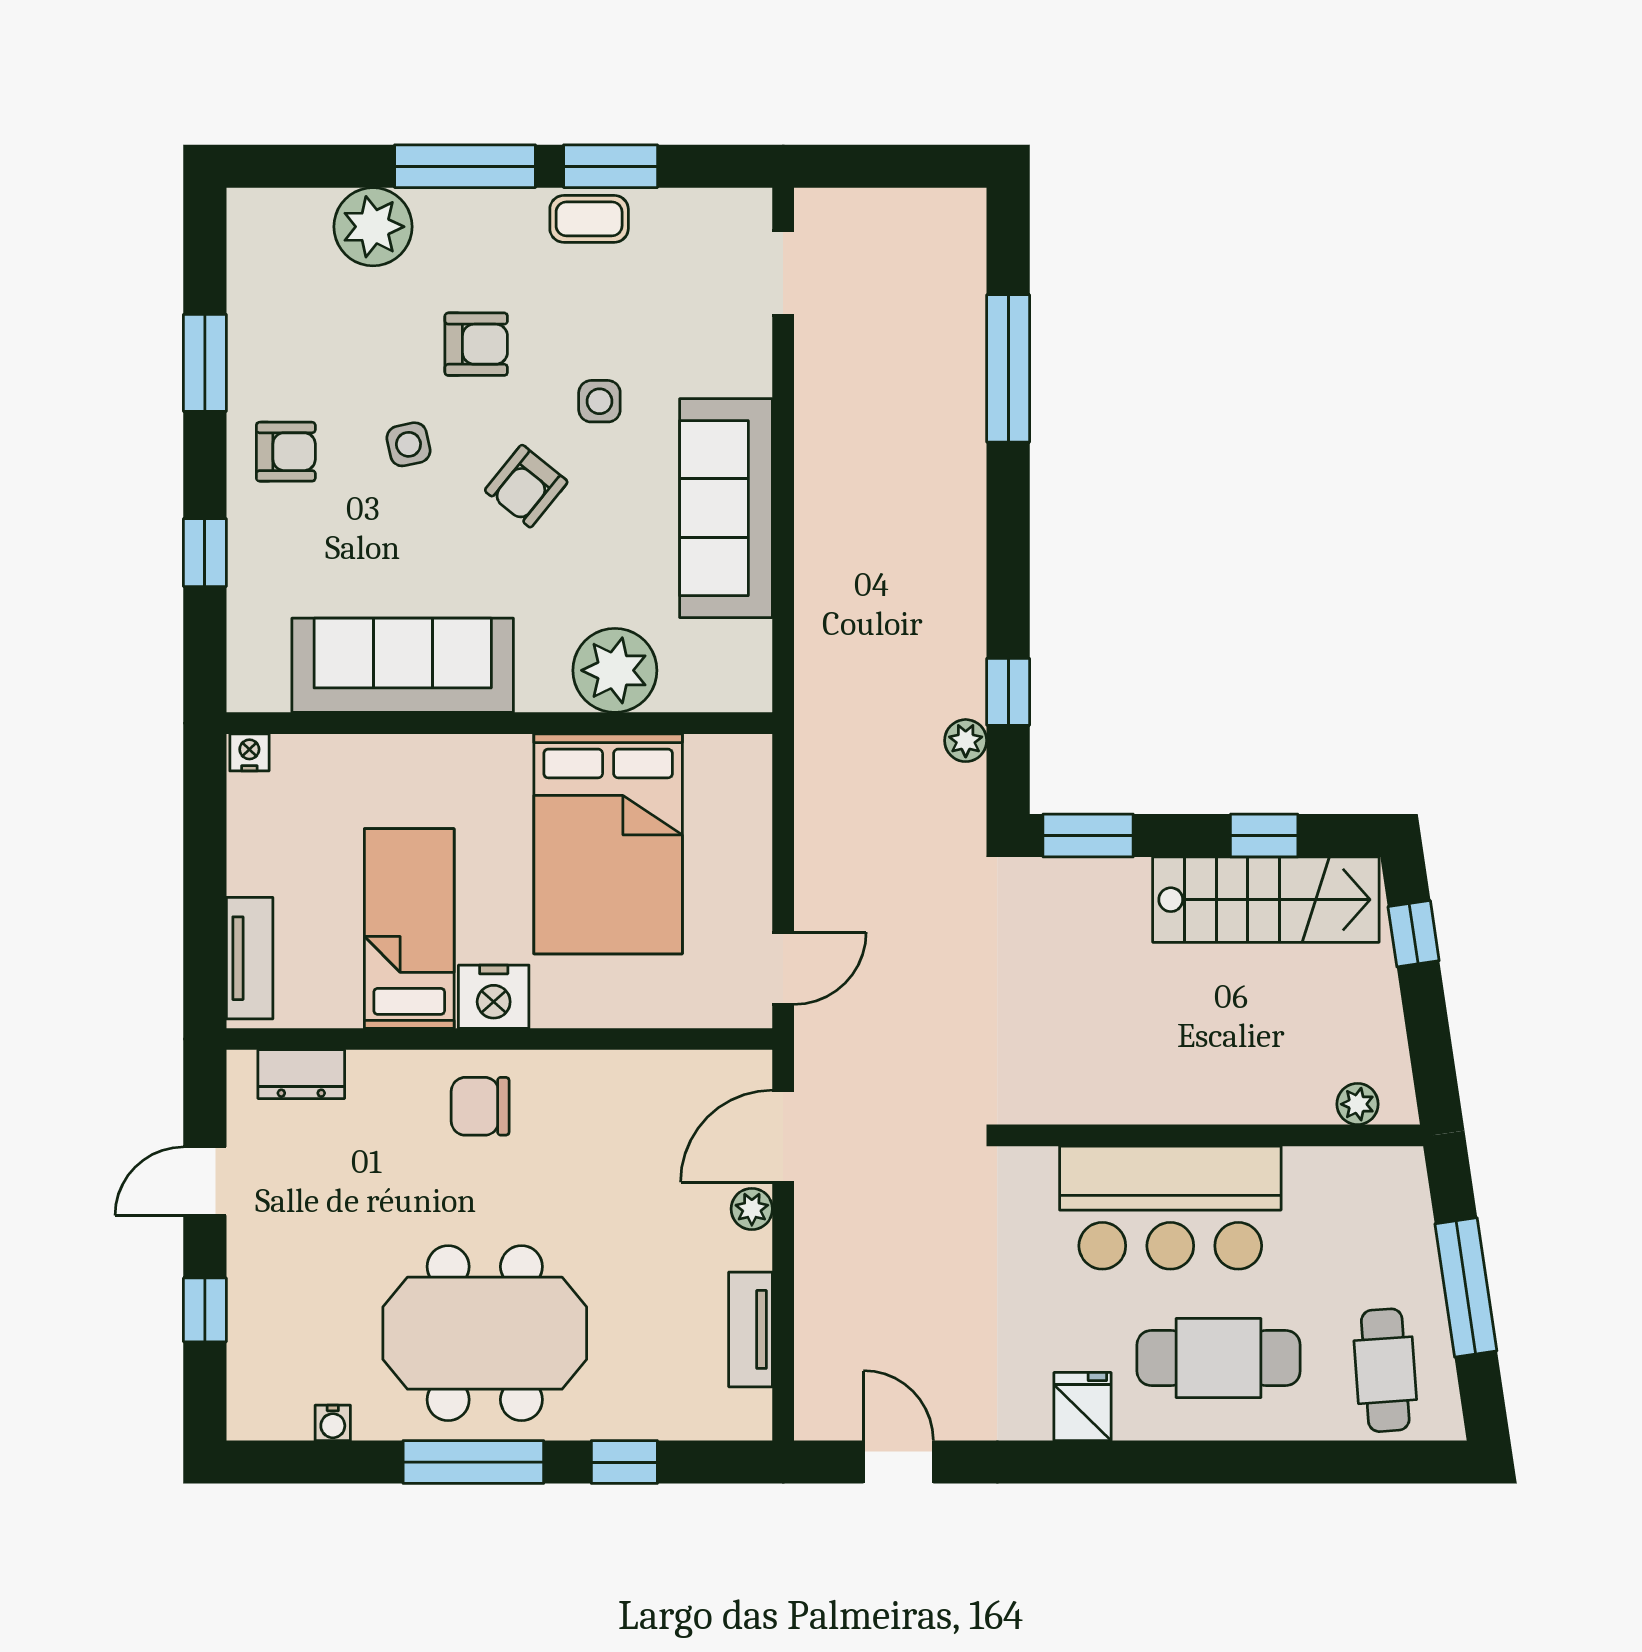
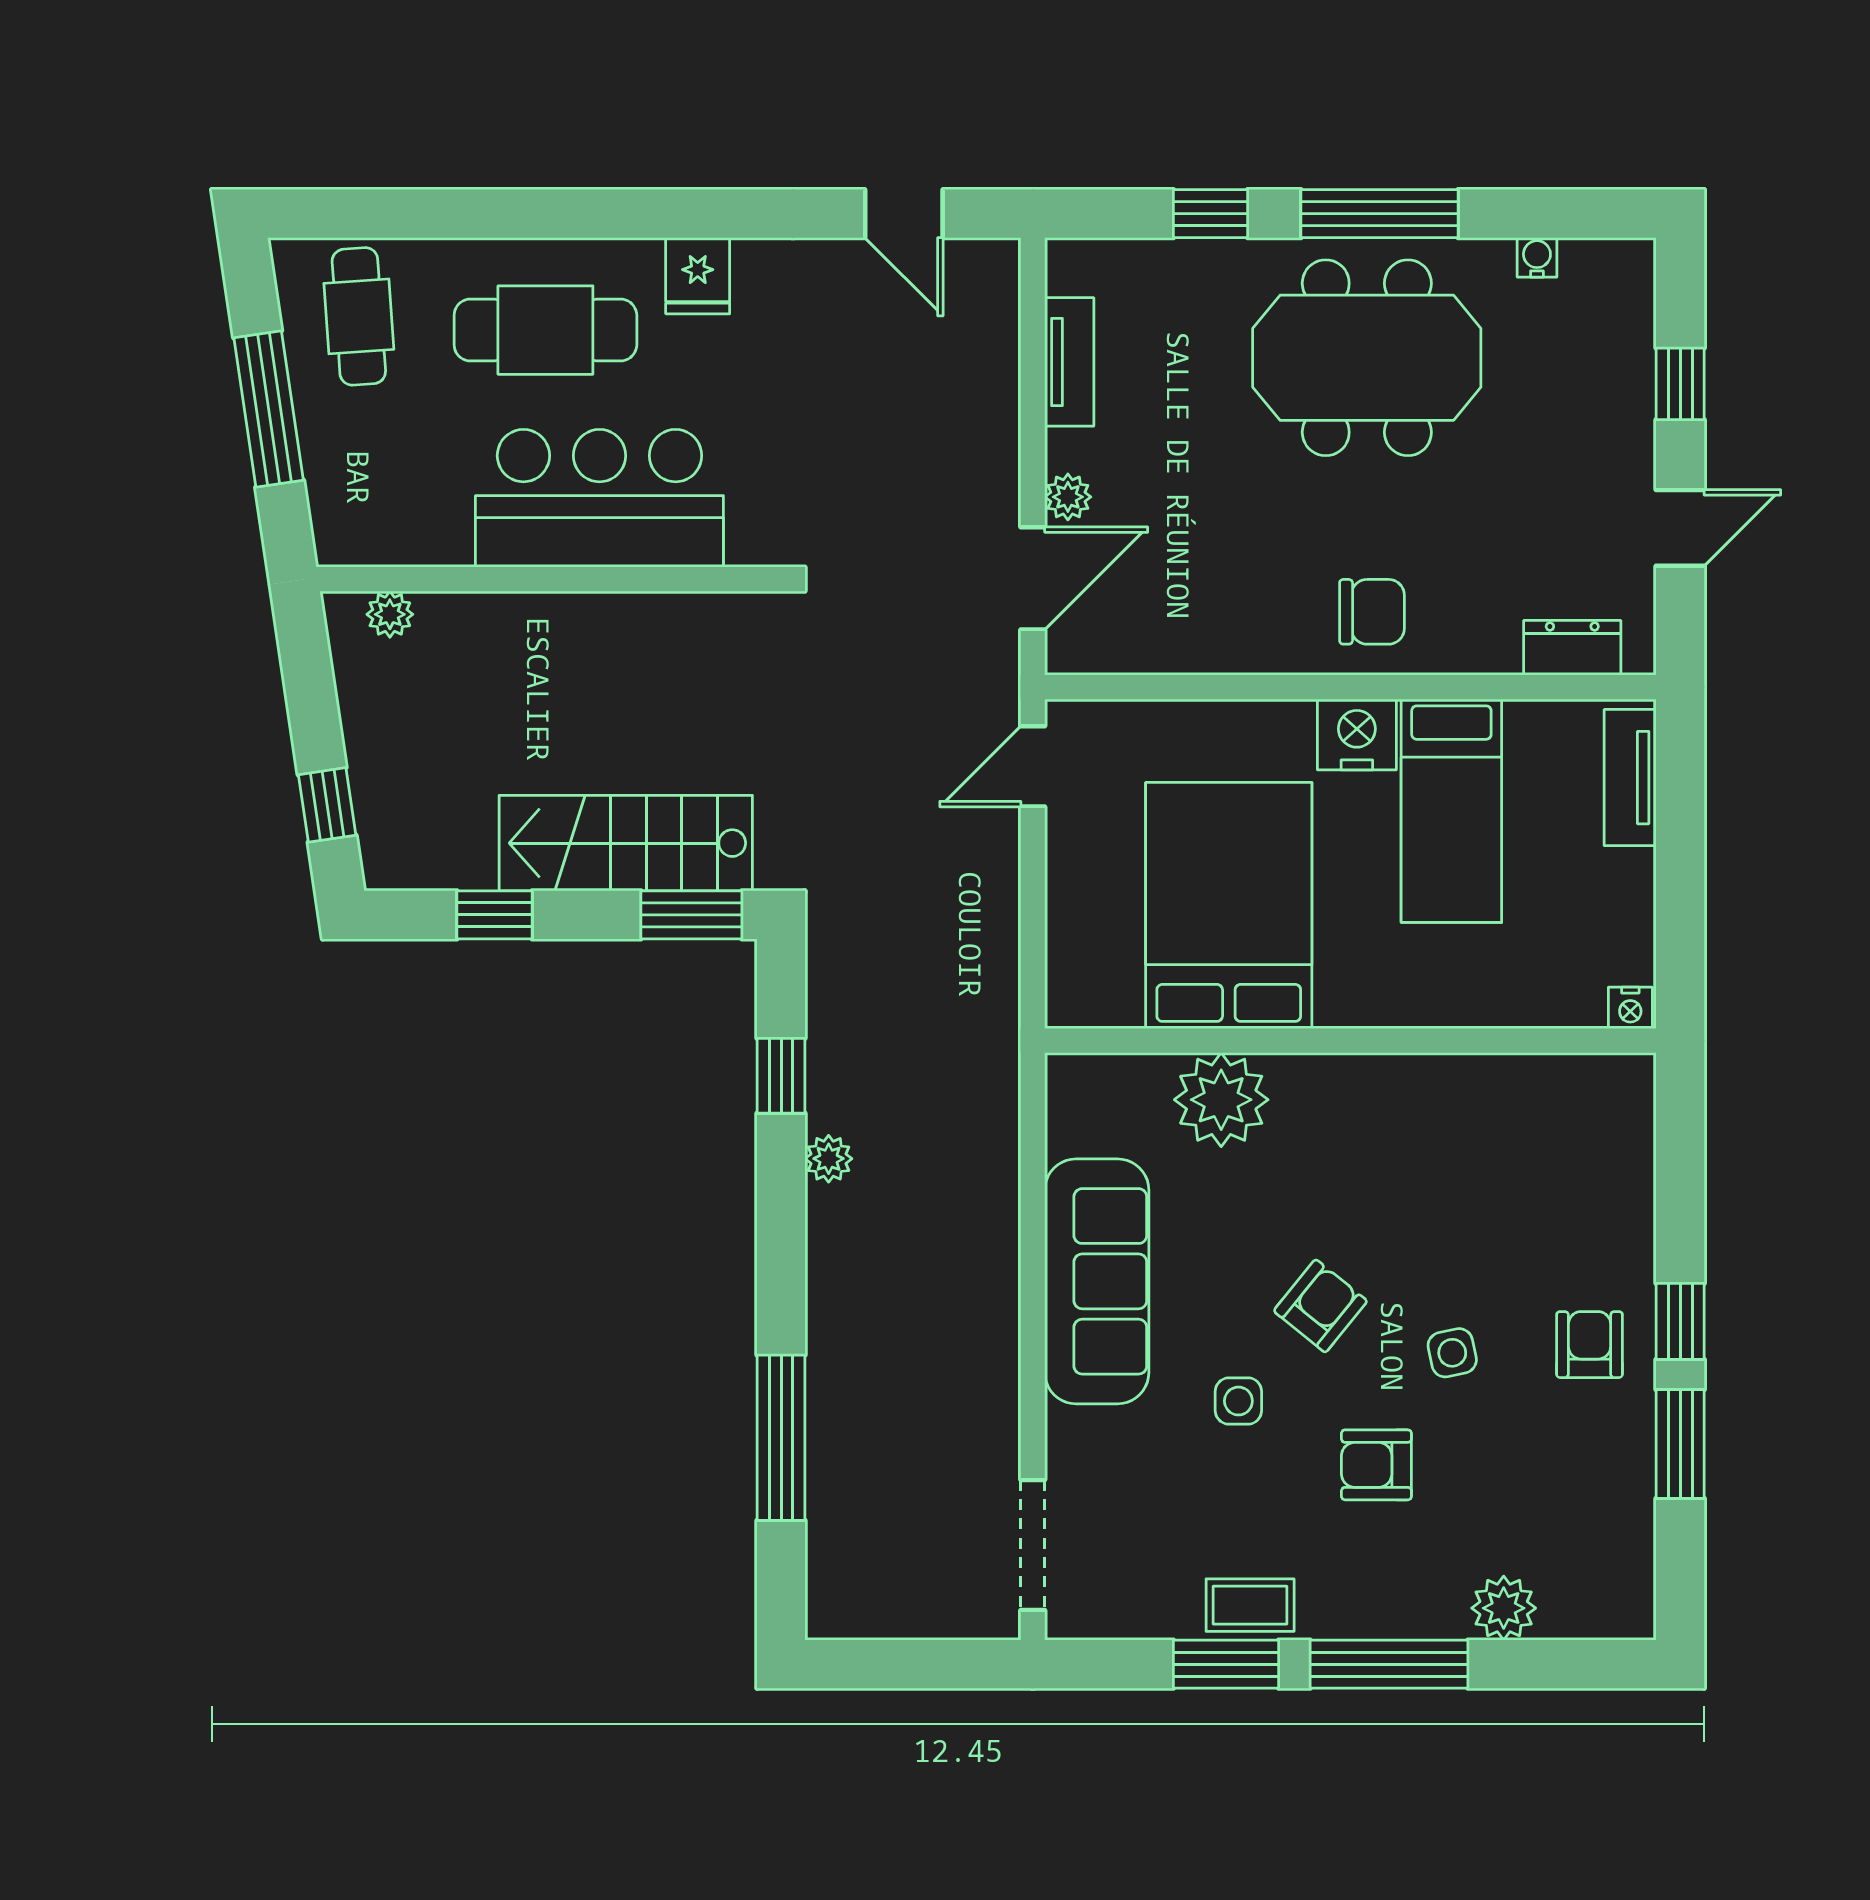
plant: (373, 227) -> (1504, 1608), width x0.73, depth x0.73
doorway: (783, 273) -> (1033, 1545), width x1.38
armchair: (286, 452) -> (1590, 1345), turned 90
window: (205, 553) -> (1680, 1321), moved
sofa: (403, 665) -> (1459, 1105), removed
plant: (966, 741) -> (829, 1159), moved
stairs: (1266, 900) -> (626, 843), moved

